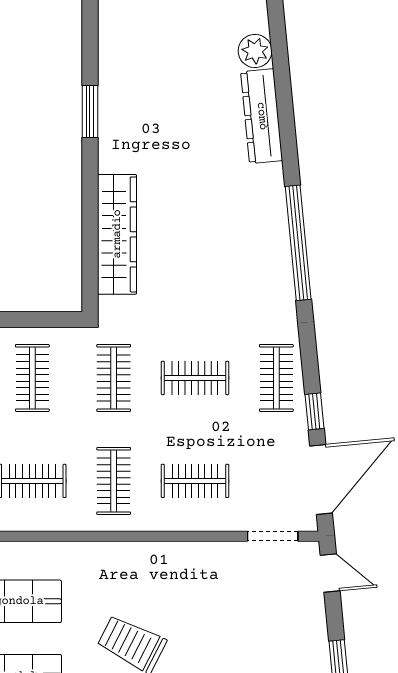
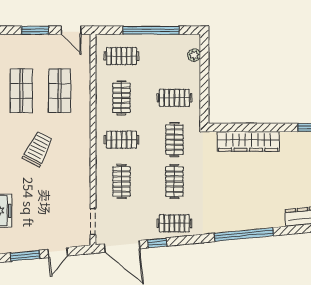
clothes rail: (114, 378) -> (174, 140), turned 90
door: (330, 573) -> (58, 253), moved

